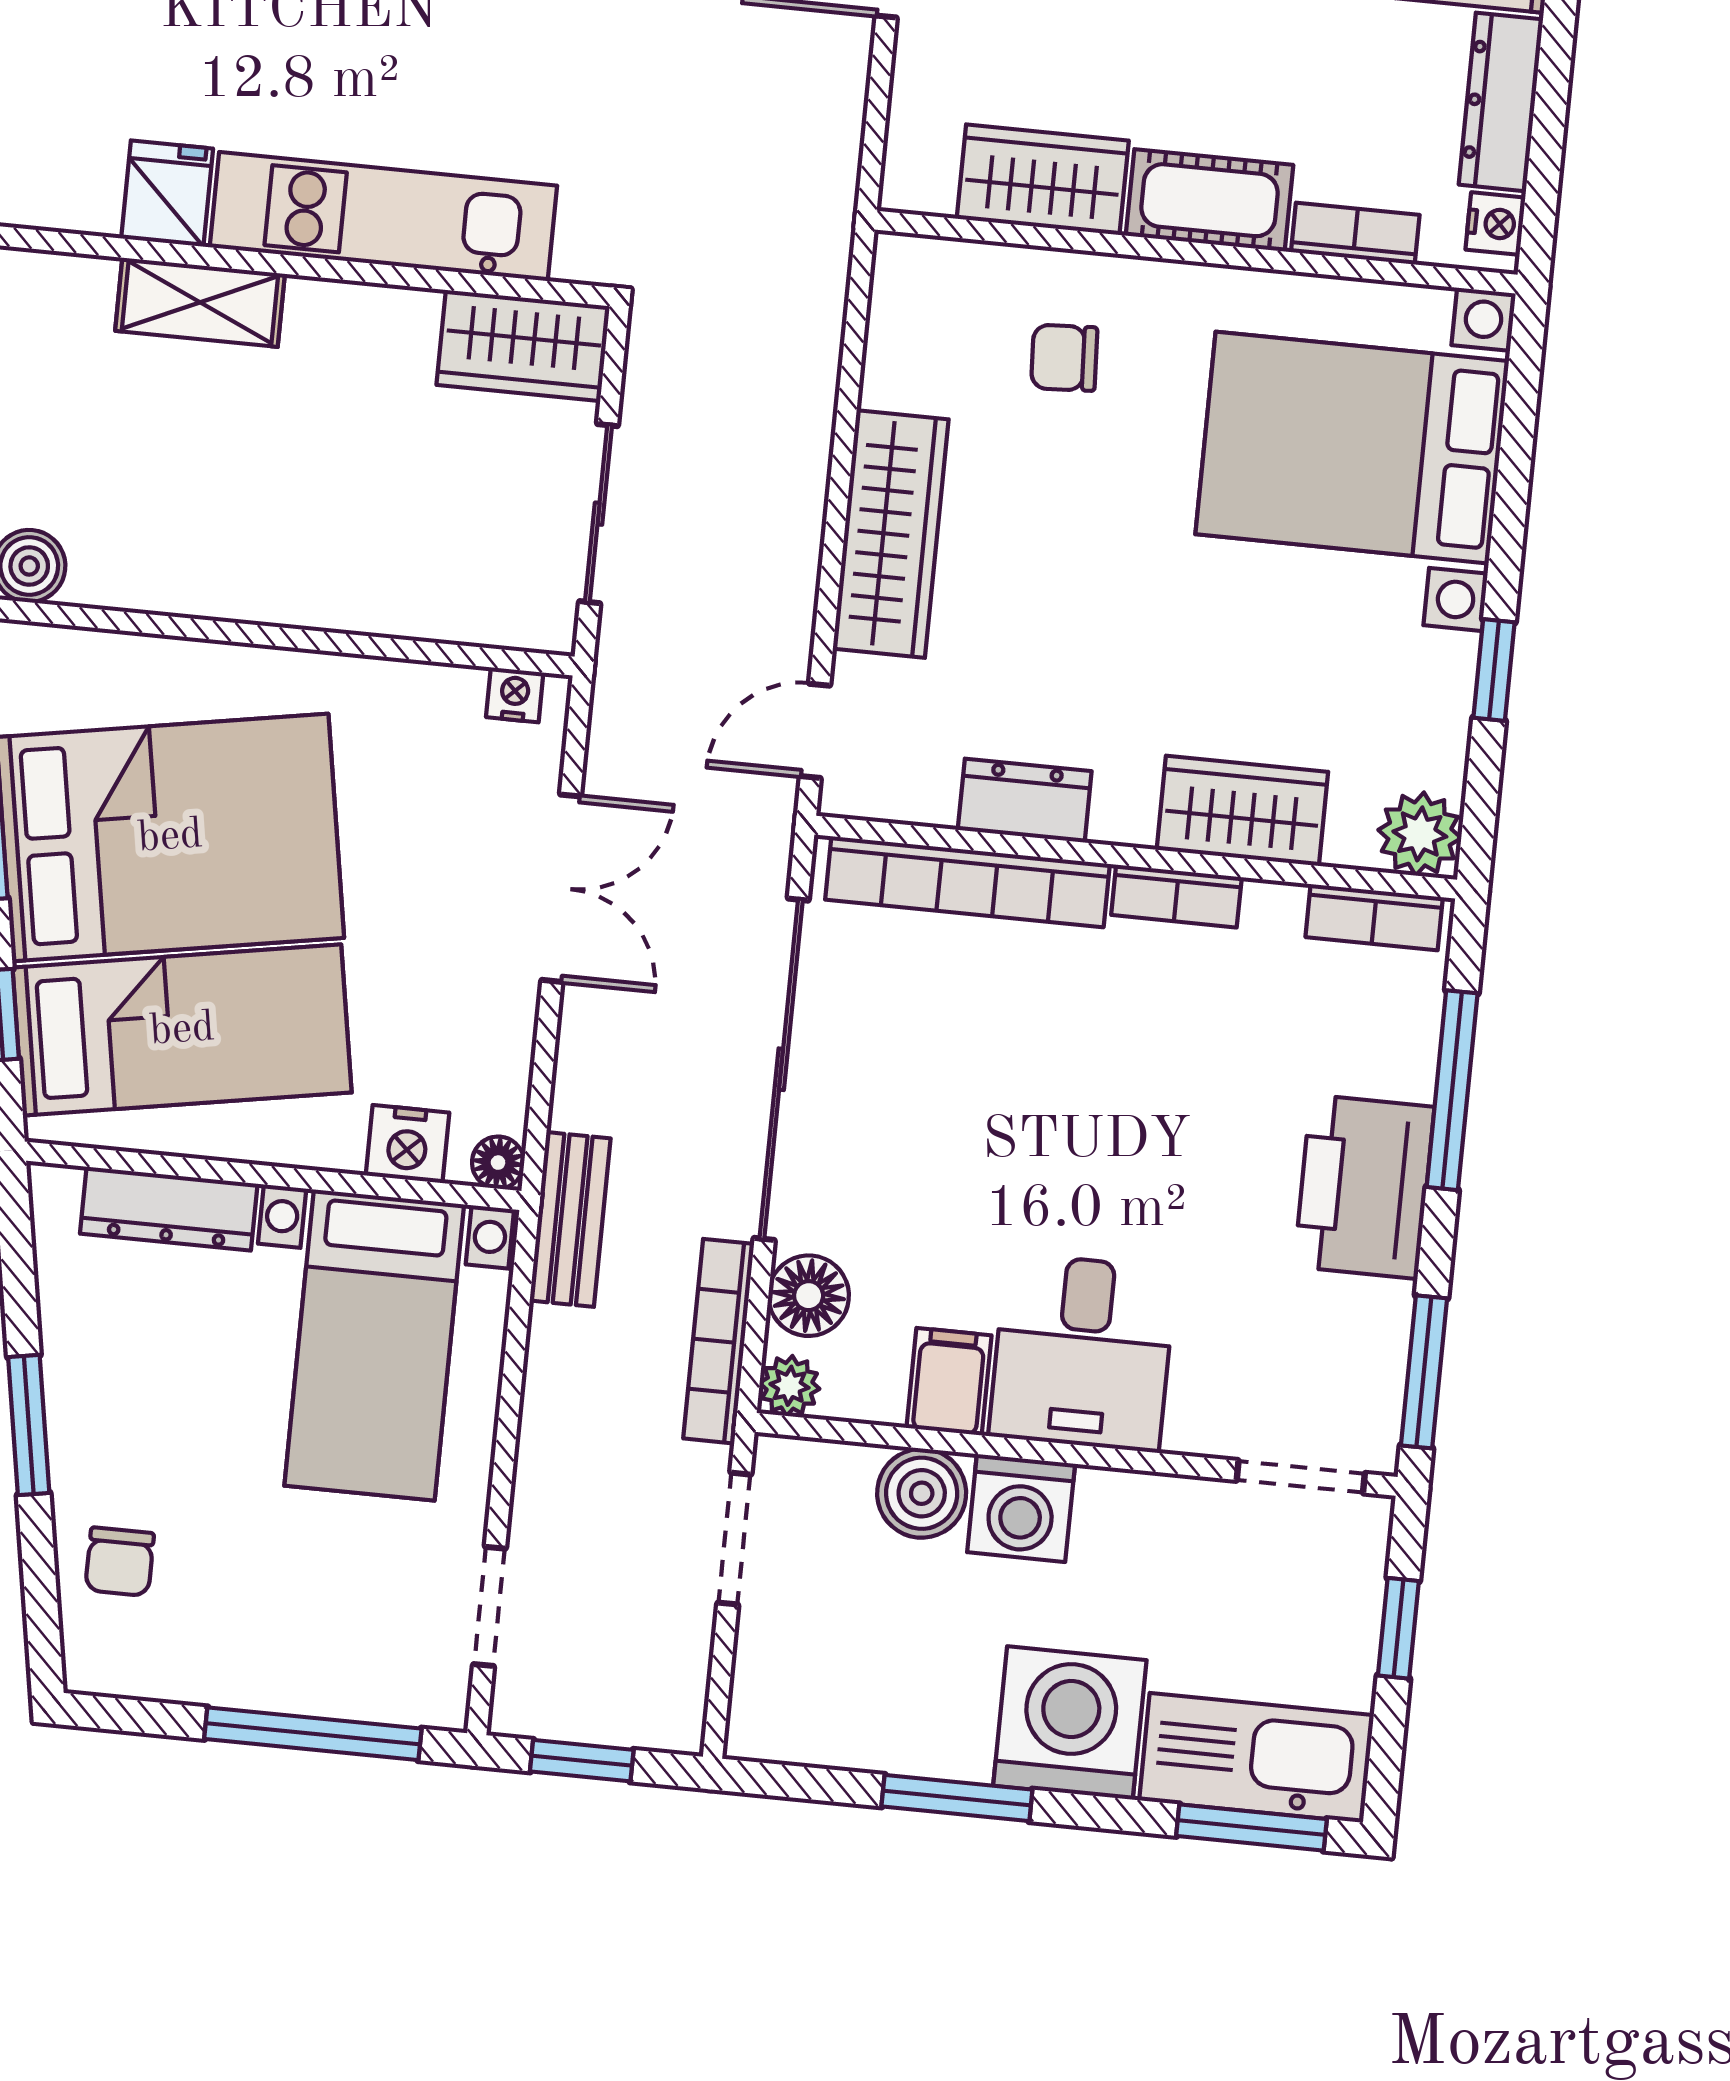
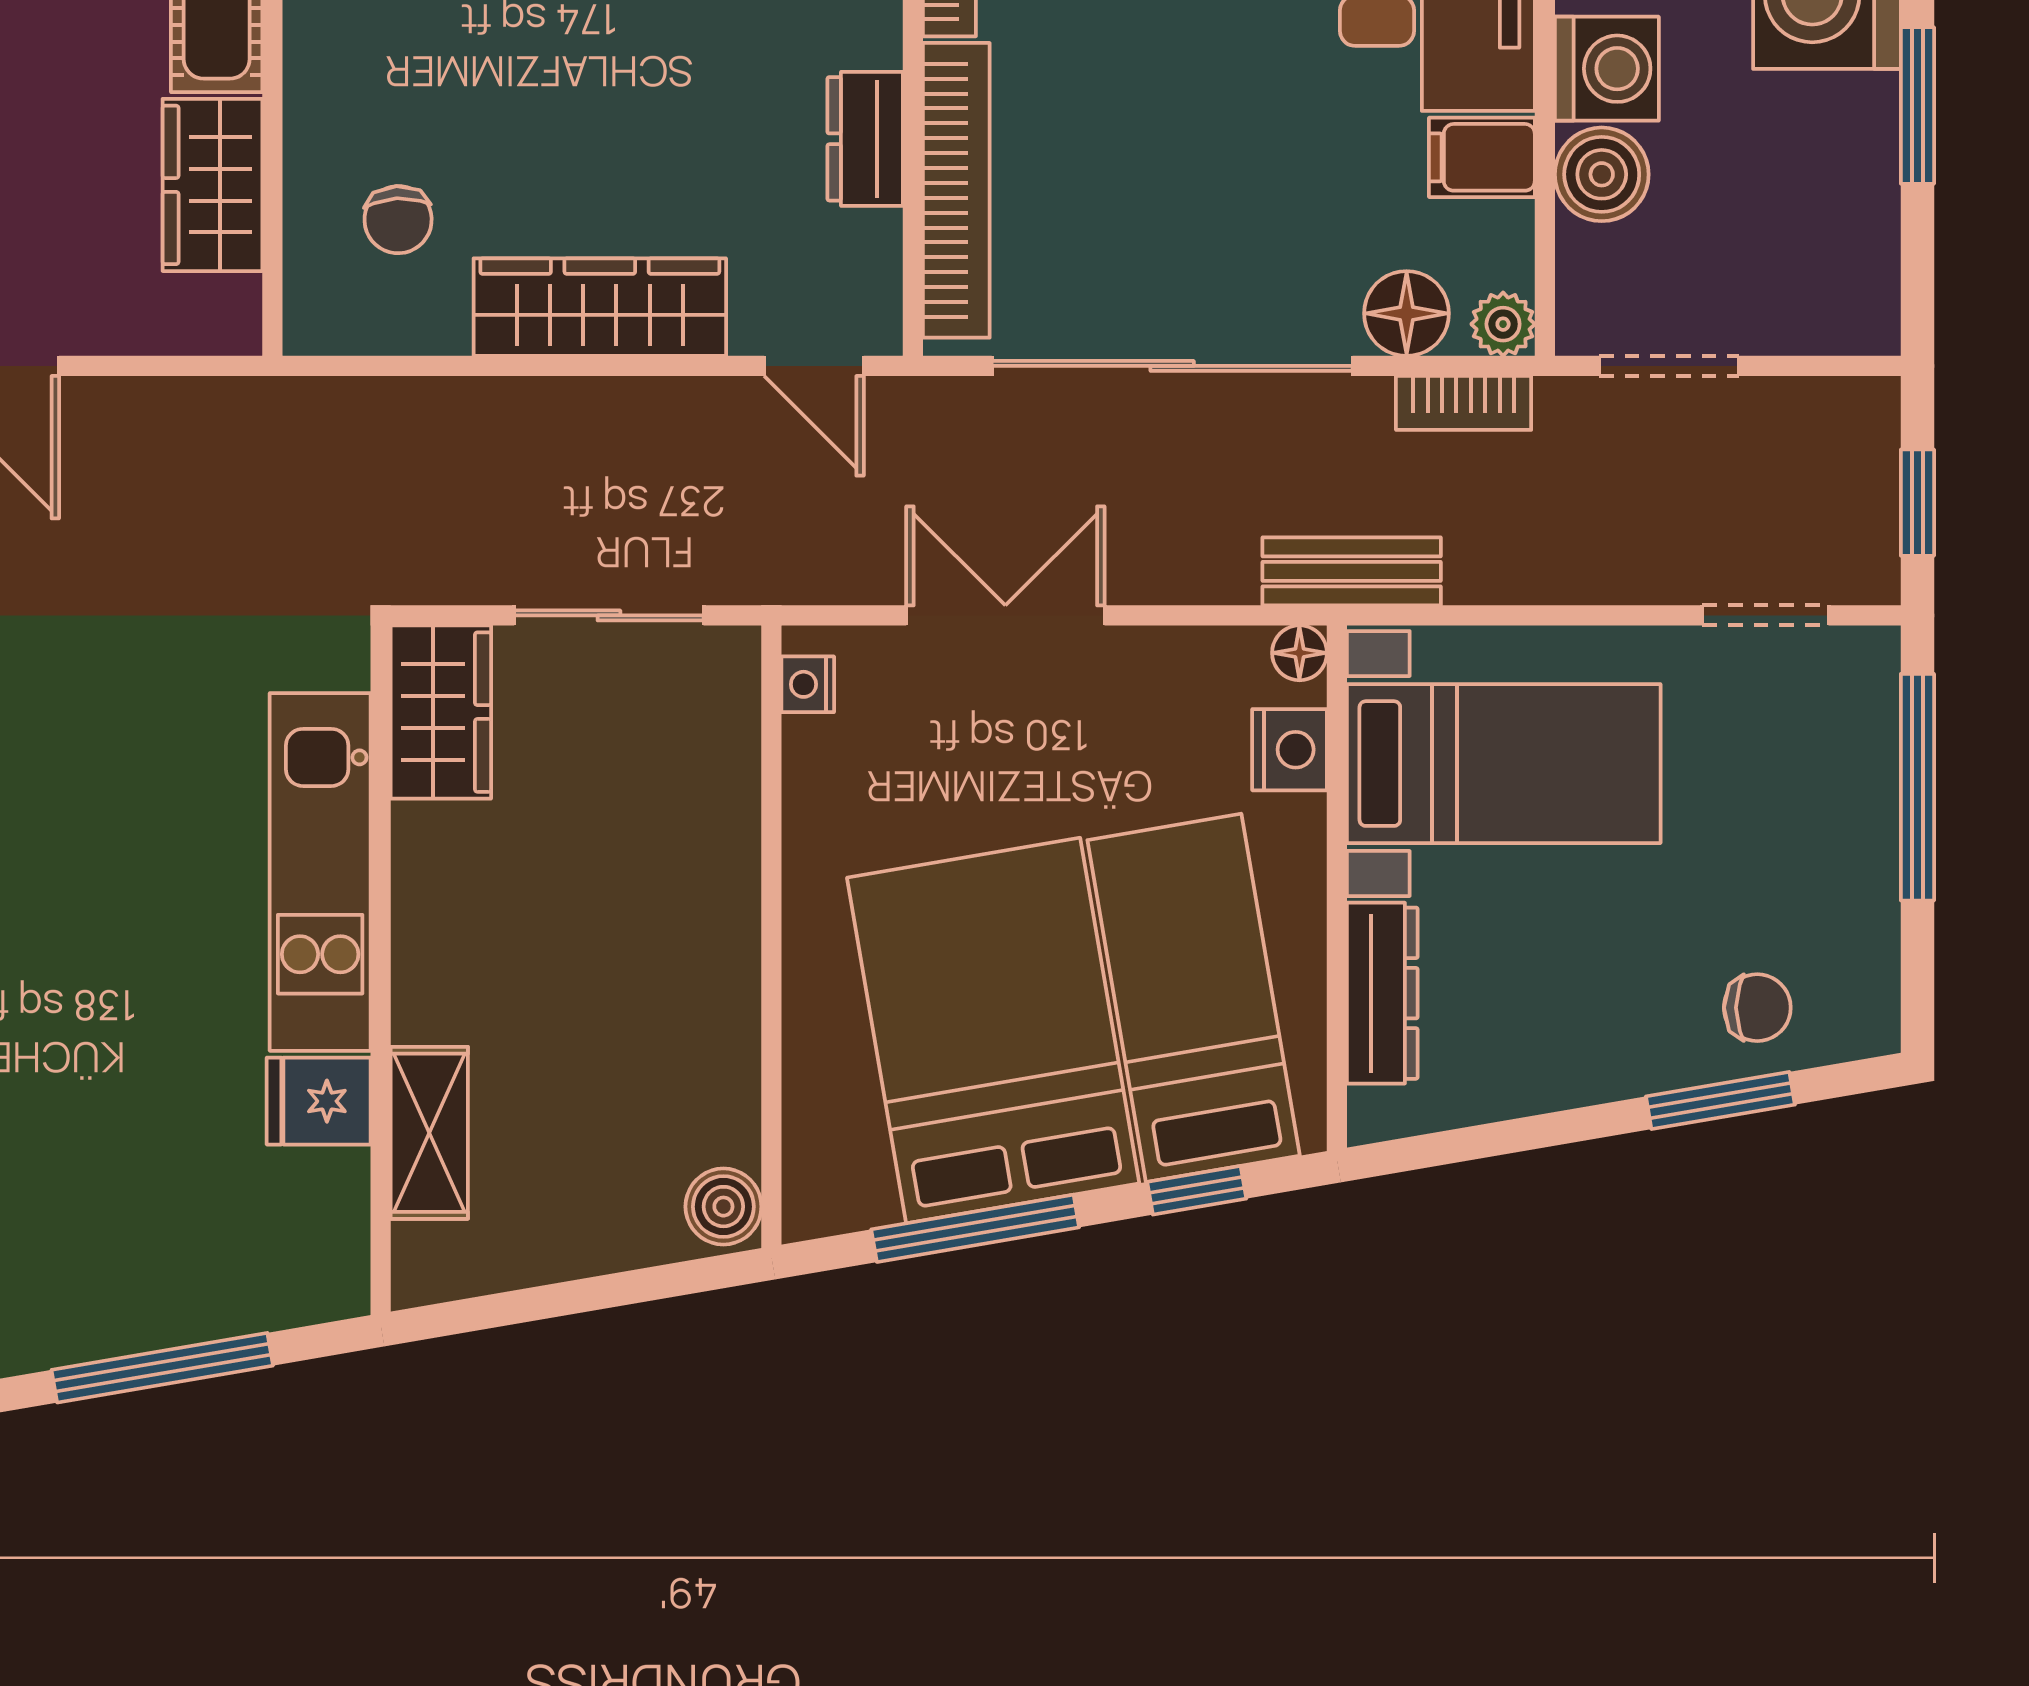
shelving: (200, 302) -> (429, 1133), moved
chair: (1064, 358) -> (398, 220), moved
bookcase: (719, 1341) -> (1464, 403), width x0.64
window: (29, 1425) -> (1720, 1101), moved

